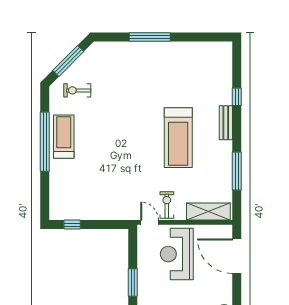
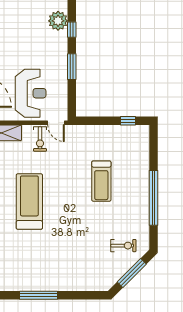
window: (150, 37) -> (38, 295), moved
treadmill: (64, 137) -> (101, 181), moved

